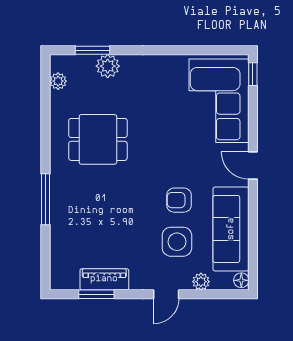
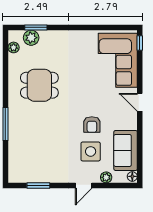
plant: (108, 66) -> (31, 38), moved
armchair: (179, 200) -> (92, 125), turned -90
sofa: (231, 229) -> (126, 150), width x0.73
piano: (104, 279) -> (44, 176), removed

